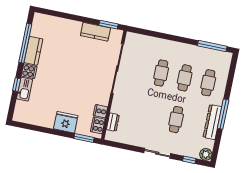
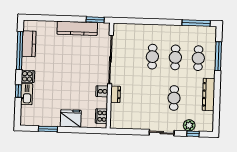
kitchen counter: (95, 32) -> (77, 28), width x1.50
kitchen counter: (33, 51) -> (29, 44), moved
cooker: (100, 111) -> (102, 91), moved
window: (223, 114) -> (218, 56), moved
dresser: (113, 122) -> (116, 94), moved
window: (84, 138) -> (48, 129), moved
plant: (206, 154) -> (189, 125), moved

